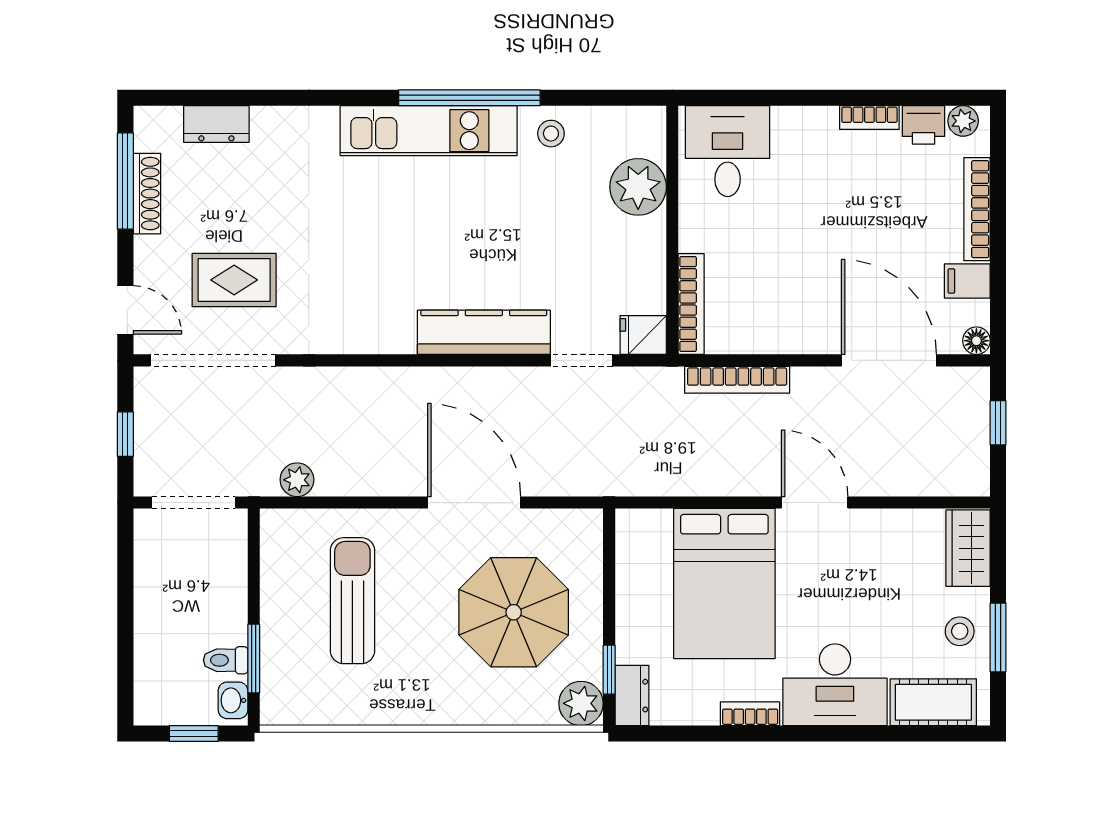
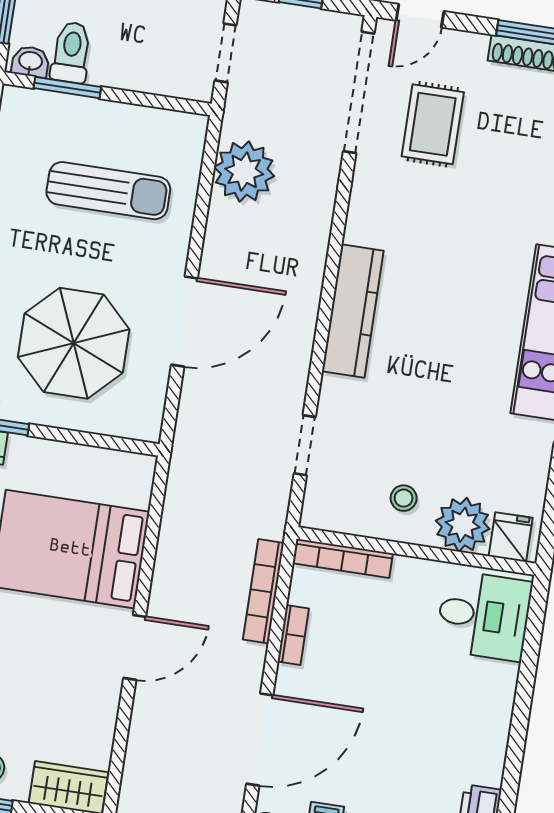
bookcase: (869, 118) -> (293, 635), moved, turned 180
stool: (551, 134) -> (404, 498), moved
kitchen counter: (484, 332) -> (353, 311), moved
fridge: (643, 335) -> (511, 537), moved
plant: (297, 480) -> (244, 172), width x1.88, depth x1.88
doorway: (194, 503) -> (226, 53), width x0.73
toilet: (226, 660) -> (71, 52), width x1.37, depth x1.39

